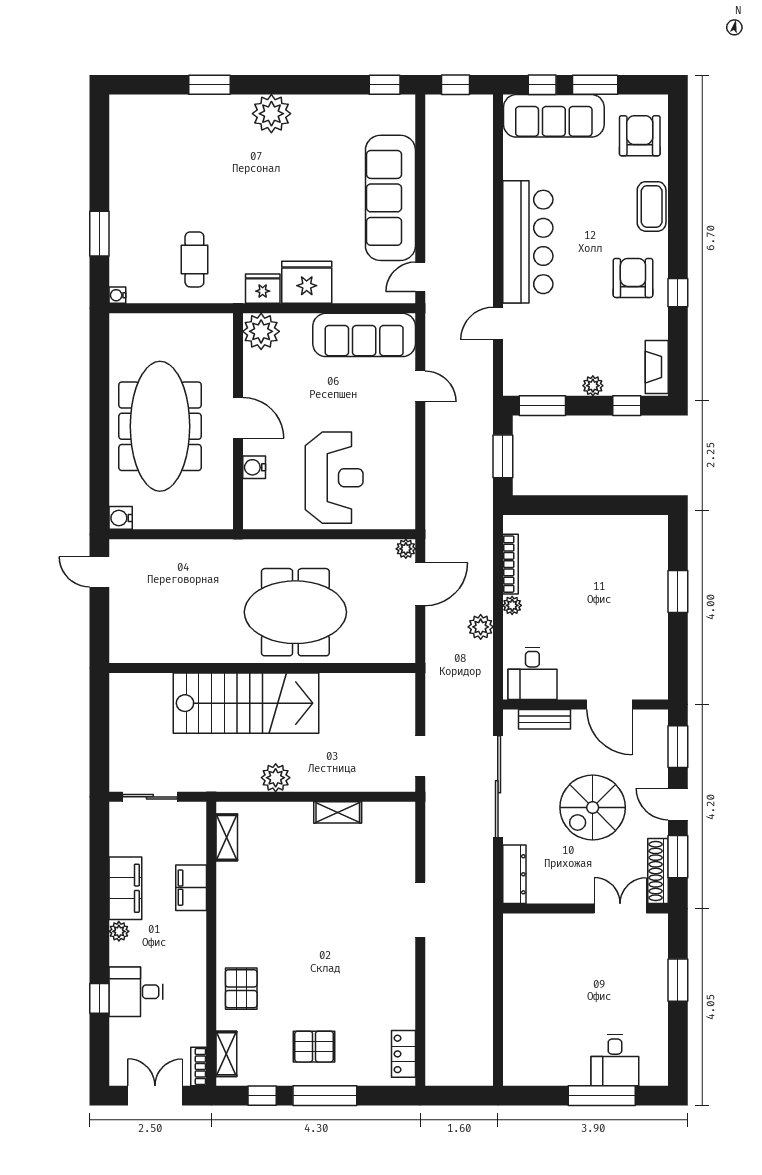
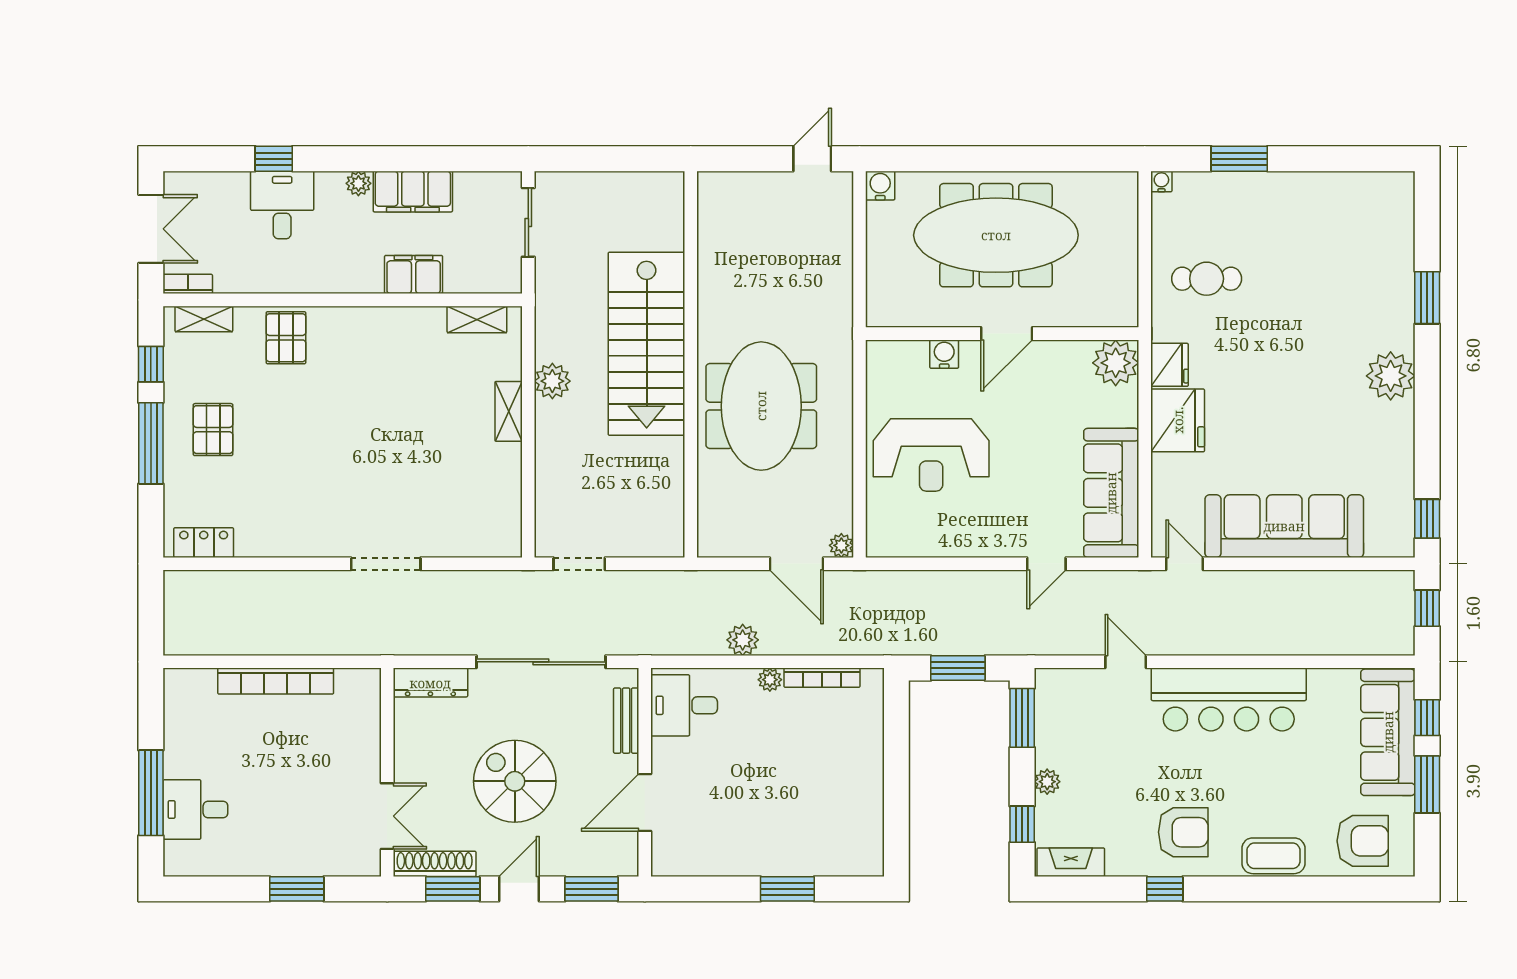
shelving: (338, 812) -> (509, 411), moved
pallet: (241, 989) -> (286, 338), turned 90
bookcase: (513, 997) -> (276, 681), added

